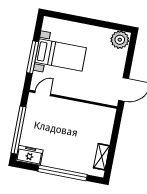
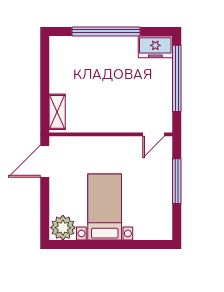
bed with nightstands: (61, 55) -> (105, 207), moved, turned 90
shelving: (102, 157) -> (57, 112), moved

